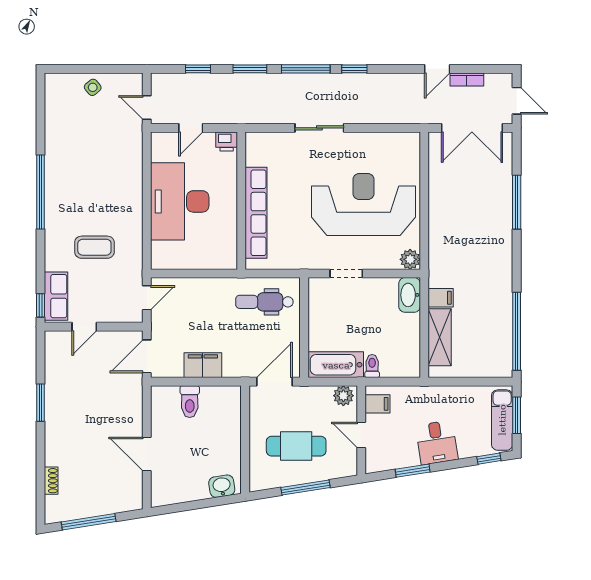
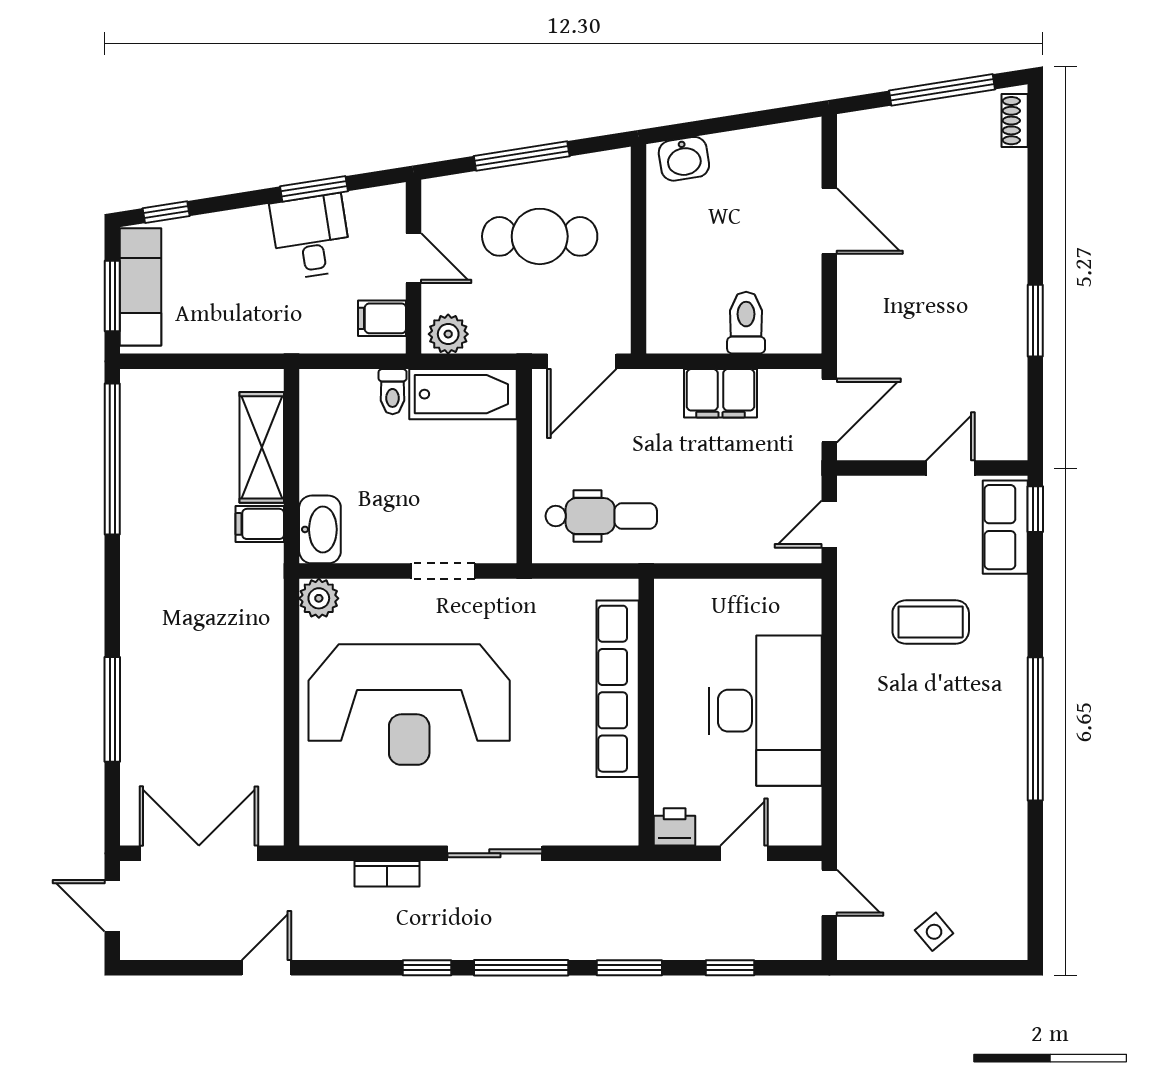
bookcase: (467, 79) -> (387, 874), moved, turned 180
desk: (437, 442) -> (311, 237), moved
shoe rack: (51, 481) -> (1015, 121), moved

